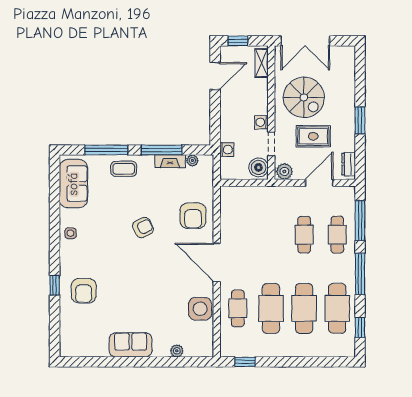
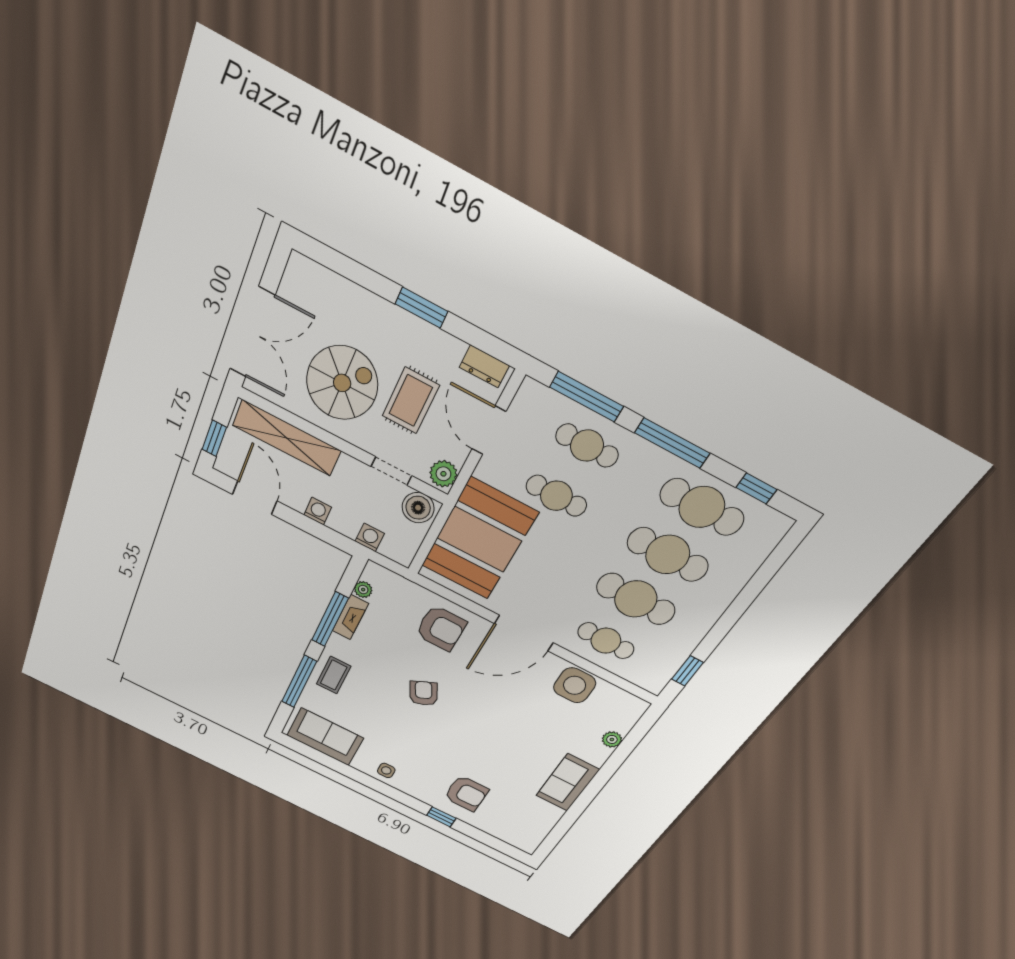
shelving: (262, 63) -> (287, 438), width x2.20, depth x1.33
washing machine: (261, 122) -> (318, 511), moved, turned 180
booth: (259, 209) -> (479, 539), added

